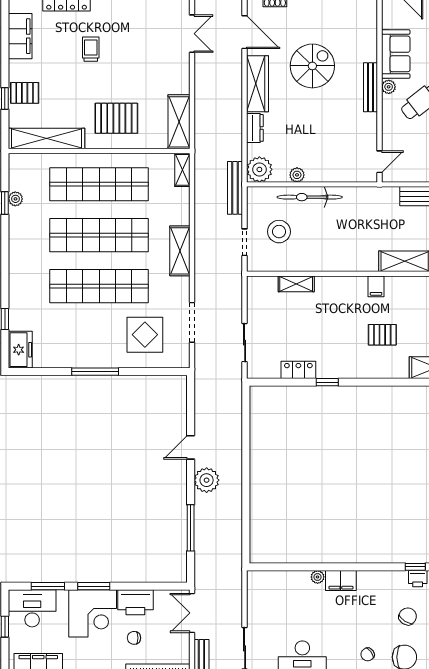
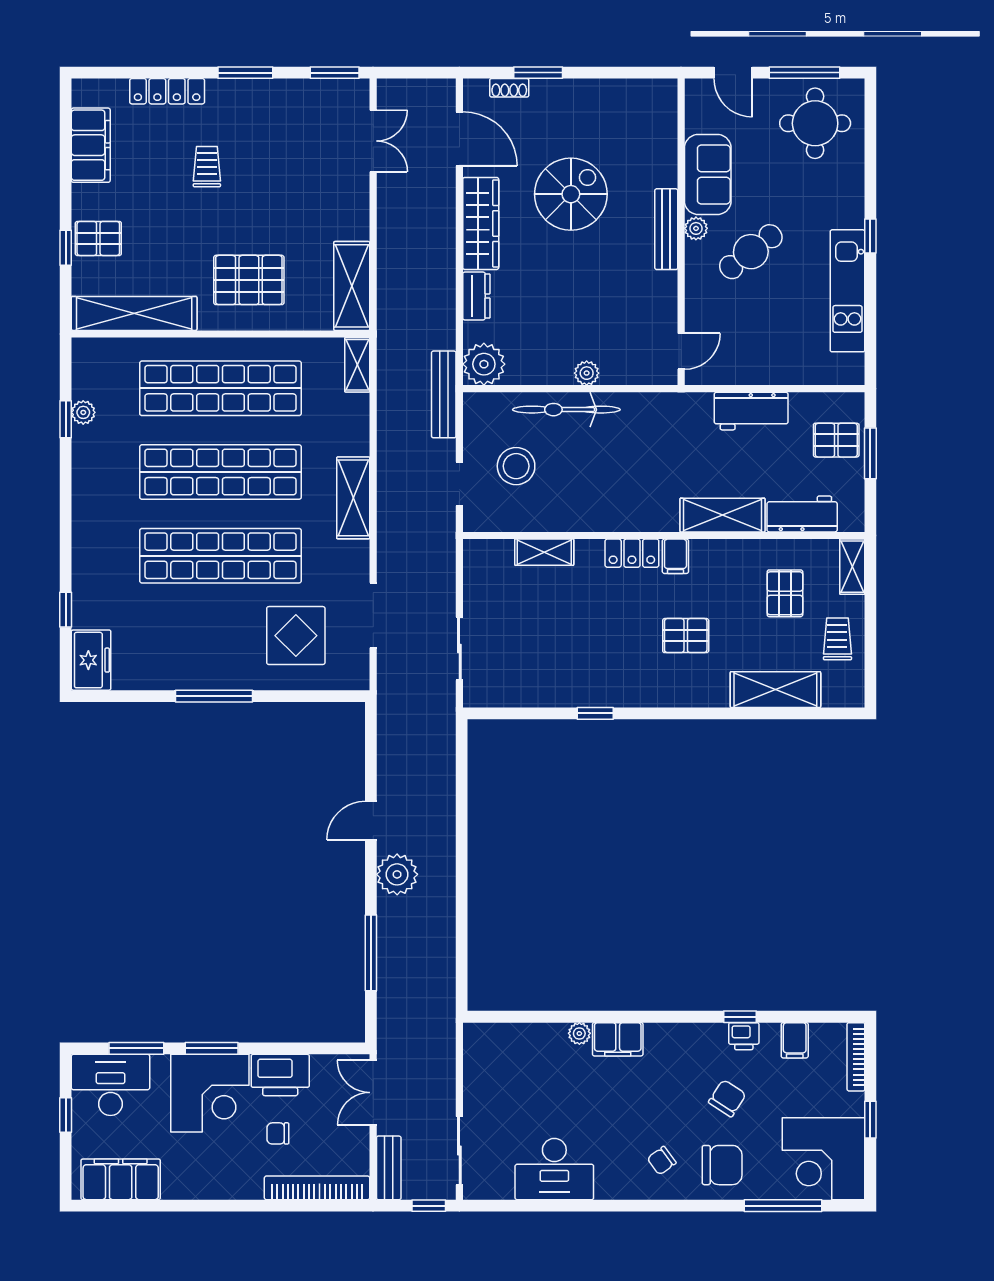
plant: (297, 175) -> (587, 373), moved
locker: (298, 370) -> (632, 553), moved, turned 180

